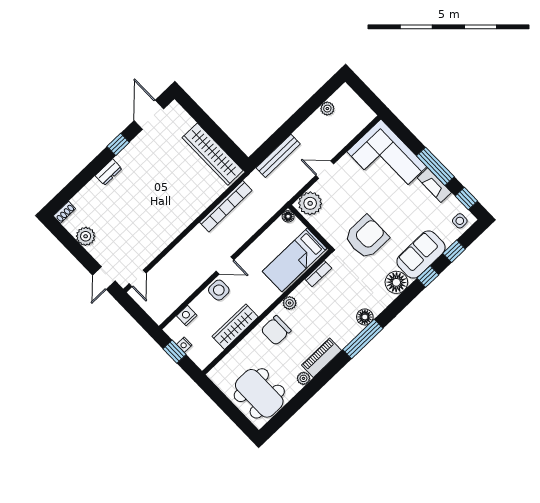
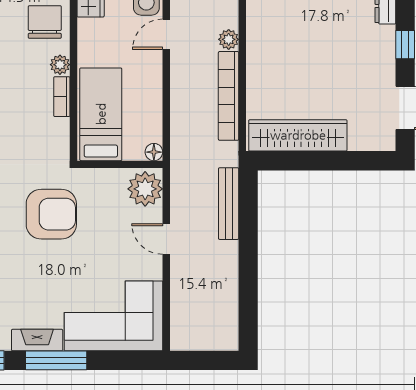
plant: (327, 109) -> (229, 39), moved
door: (325, 170) -> (166, 239), swing flipped
armchair: (366, 237) -> (51, 214), turned -90
bookcase: (318, 274) -> (62, 97), moved

